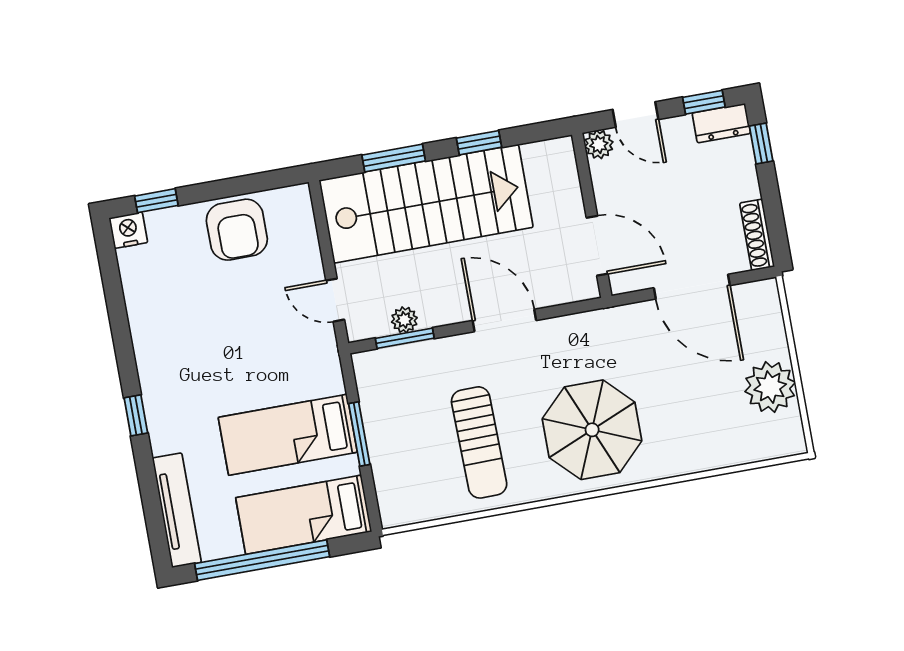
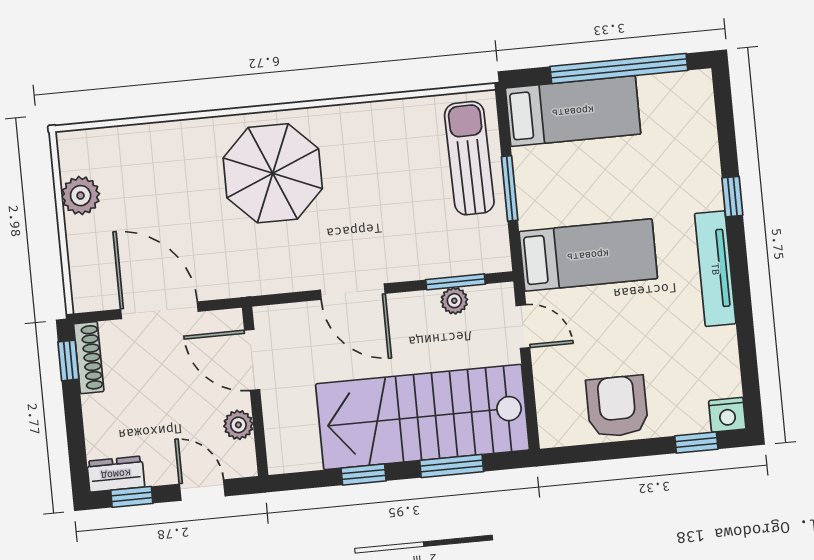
window: (761, 143) -> (68, 360), moved
plant: (599, 144) -> (238, 425), moved
plant: (770, 387) -> (81, 196), width x0.73, depth x0.73
window: (136, 415) -> (732, 197), moved
bed: (288, 435) -> (588, 255), moved
sun lounger: (479, 442) -> (469, 158), moved
tv unit: (177, 510) -> (715, 269), moved

